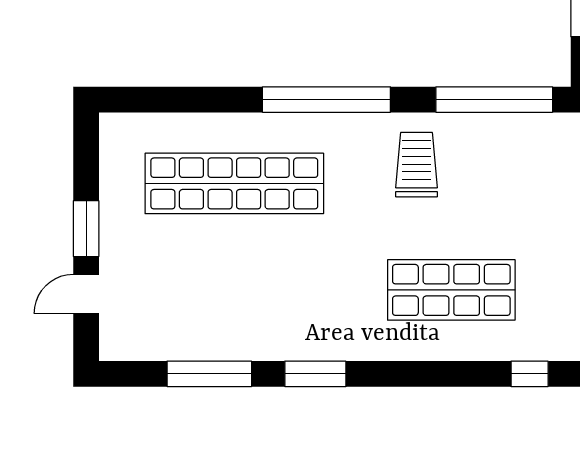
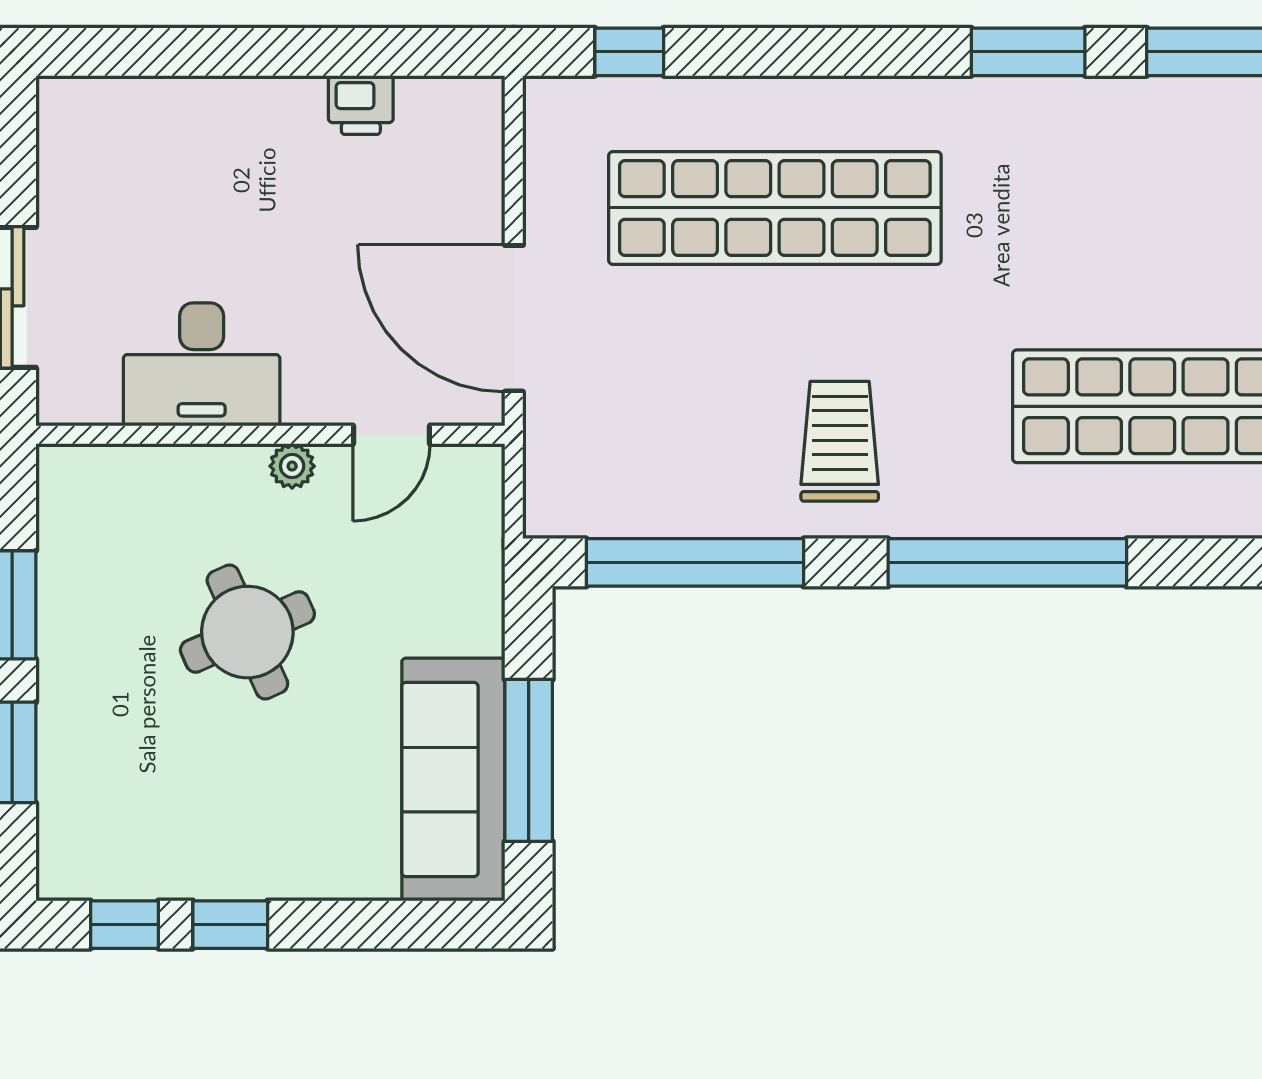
trolley: (417, 165) -> (840, 441), turned 180
shop shelf: (451, 290) -> (775, 208), width x1.40

